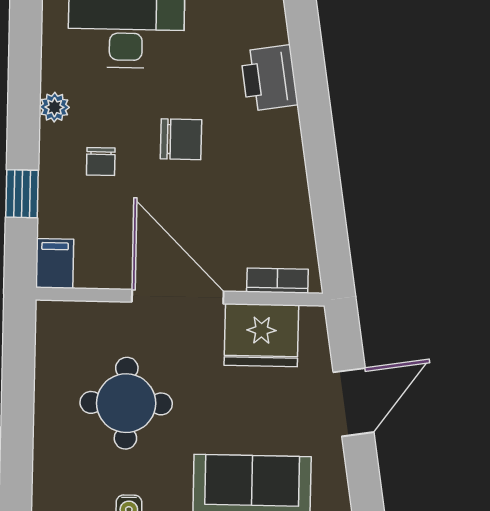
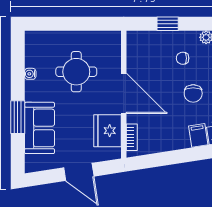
filing cabinet: (55, 263) -> (198, 135), moved, turned -99
door: (178, 297) -> (124, 93), hinge flipped

